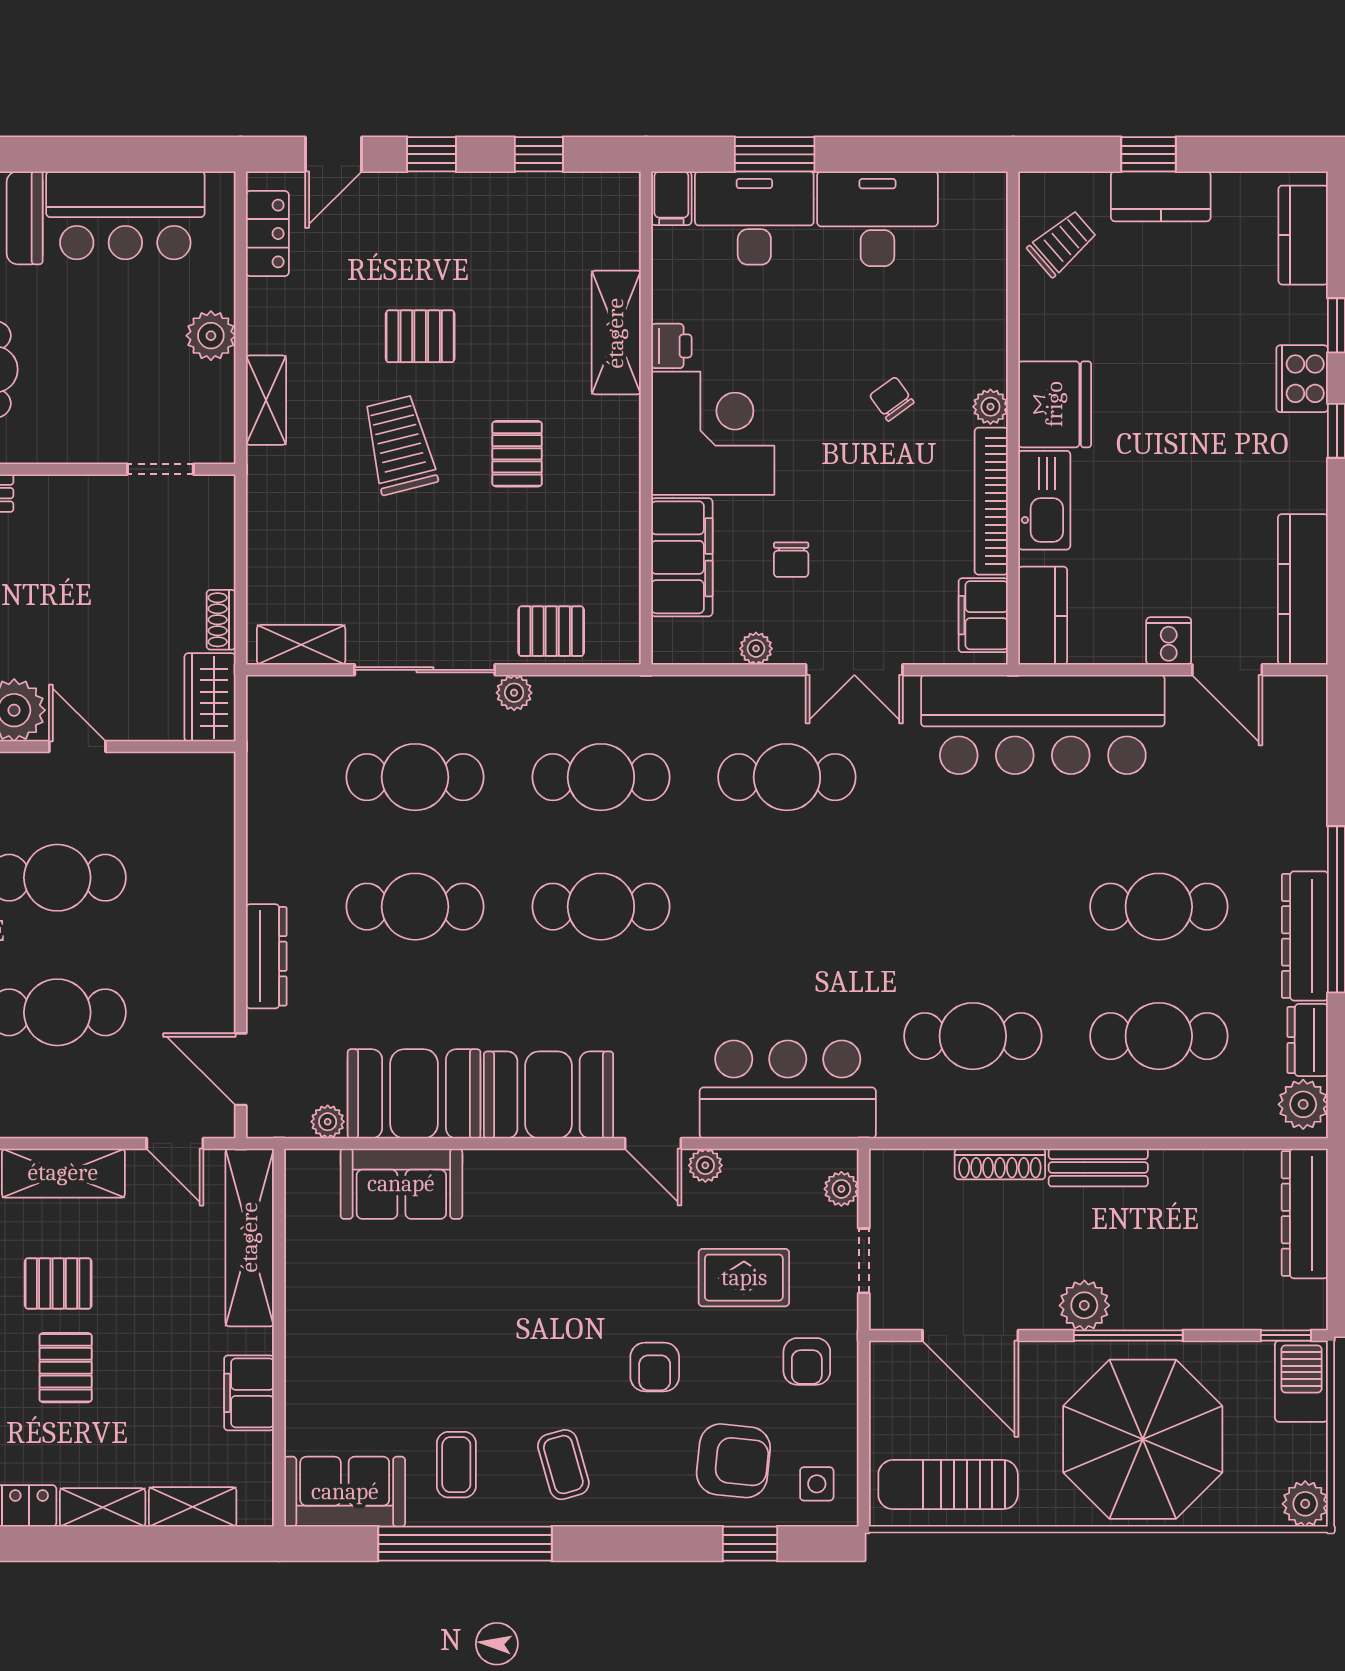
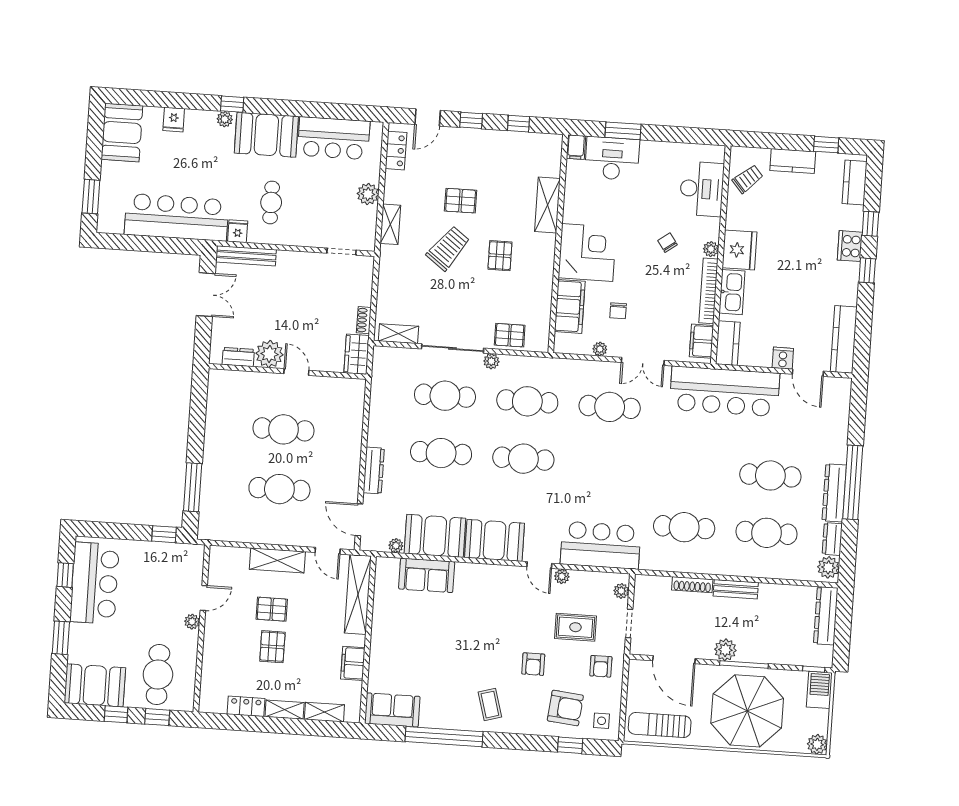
window: (1148, 154) -> (826, 145), moved
desk: (877, 219) -> (702, 189), moved, turned 90
printer: (671, 346) -> (572, 213), removed
trolley: (400, 445) -> (448, 248), turned 51
coffee table: (456, 1465) -> (443, 701), removed

